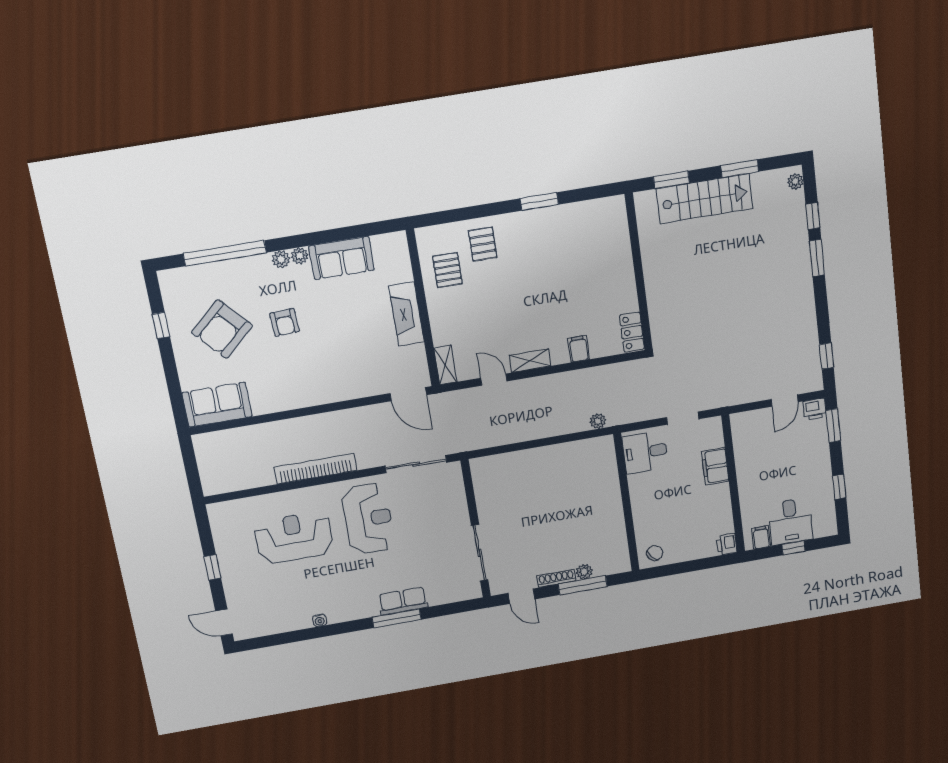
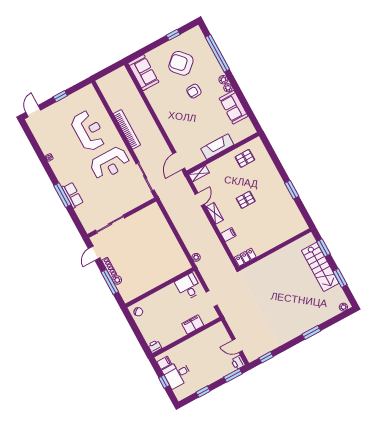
window: (813, 216) -> (330, 322), removed
pallet: (483, 244) -> (246, 200), moved

